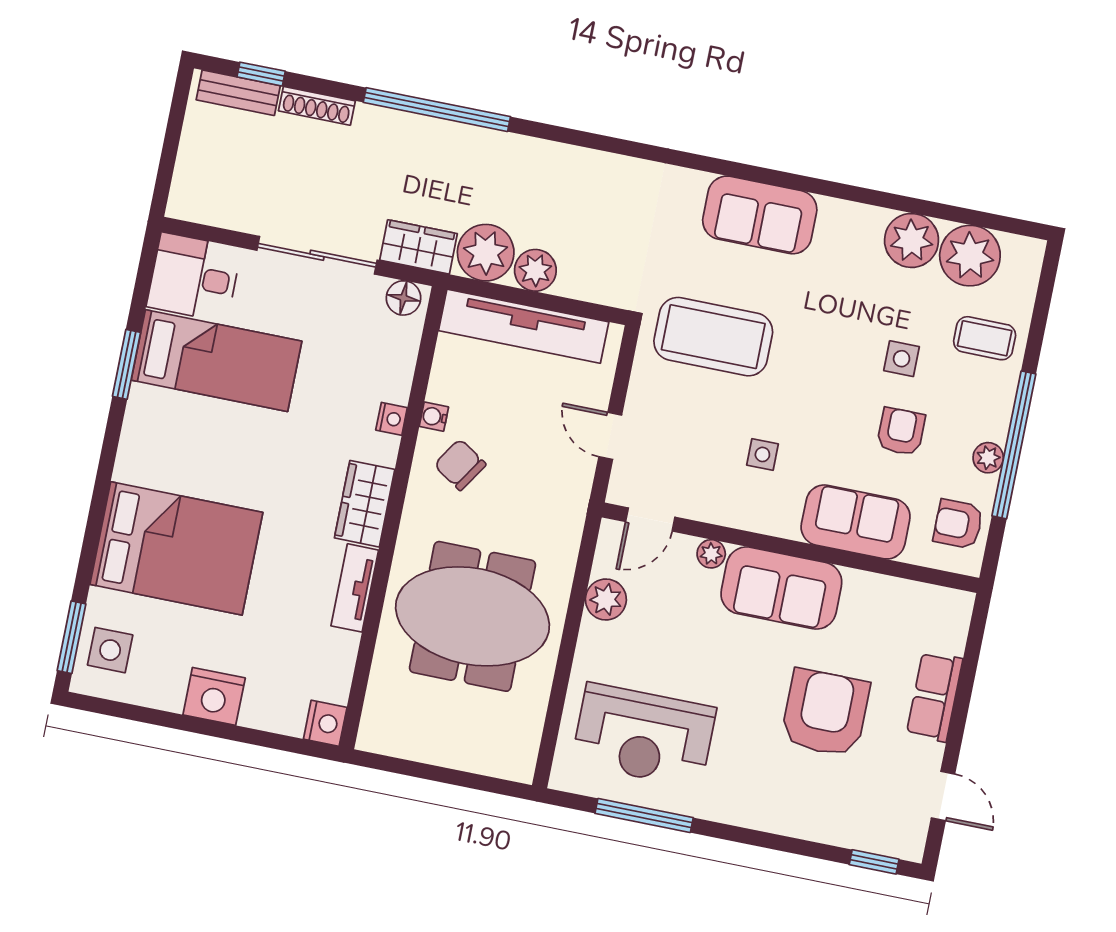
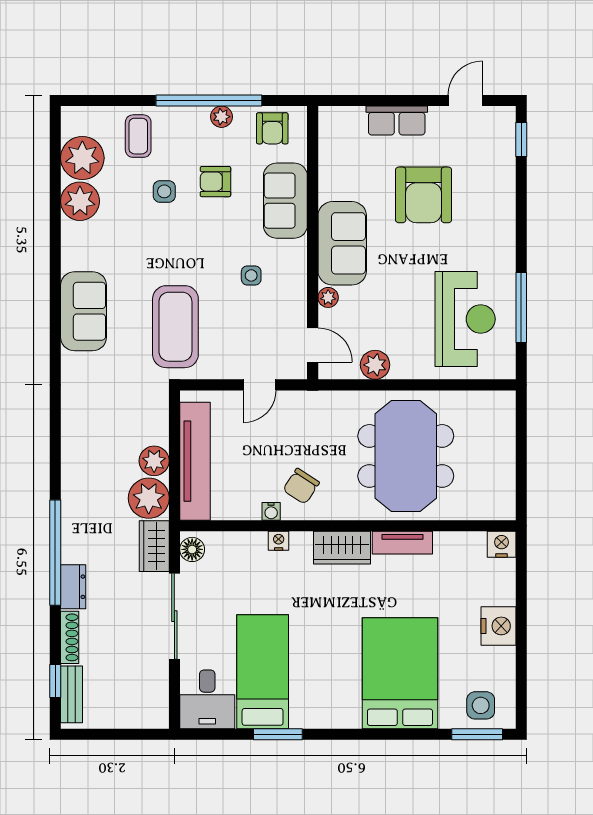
dresser: (385, 125) -> (73, 587), added
armchair: (825, 713) -> (424, 195), turned -90

